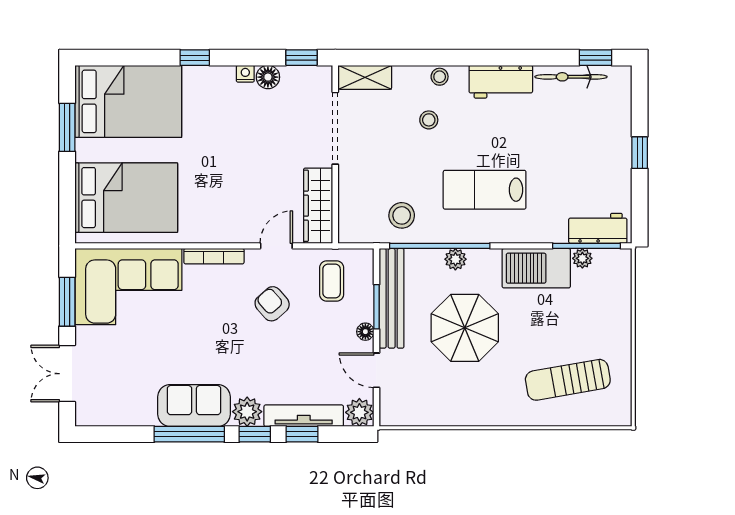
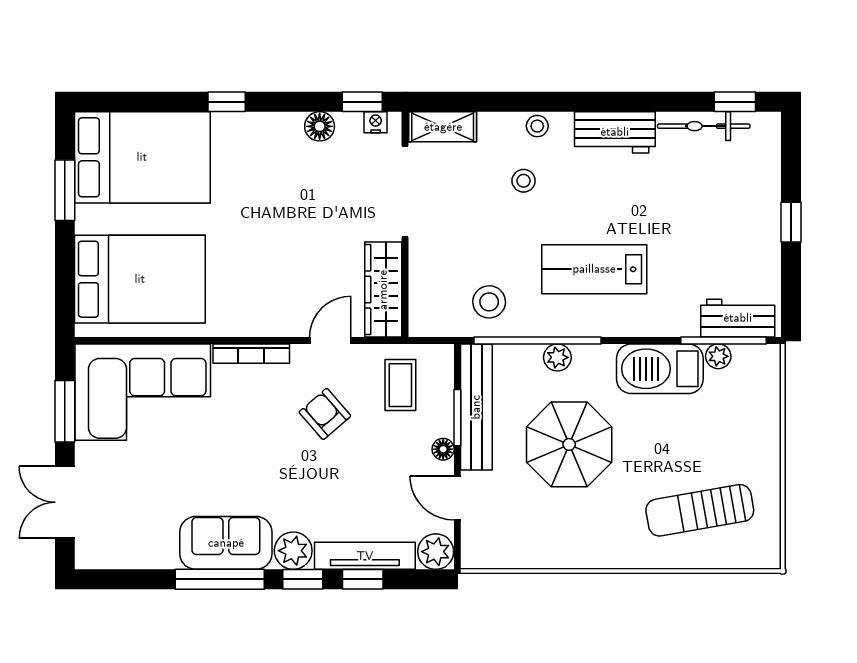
nightstand: (245, 74) -> (376, 122), moved

